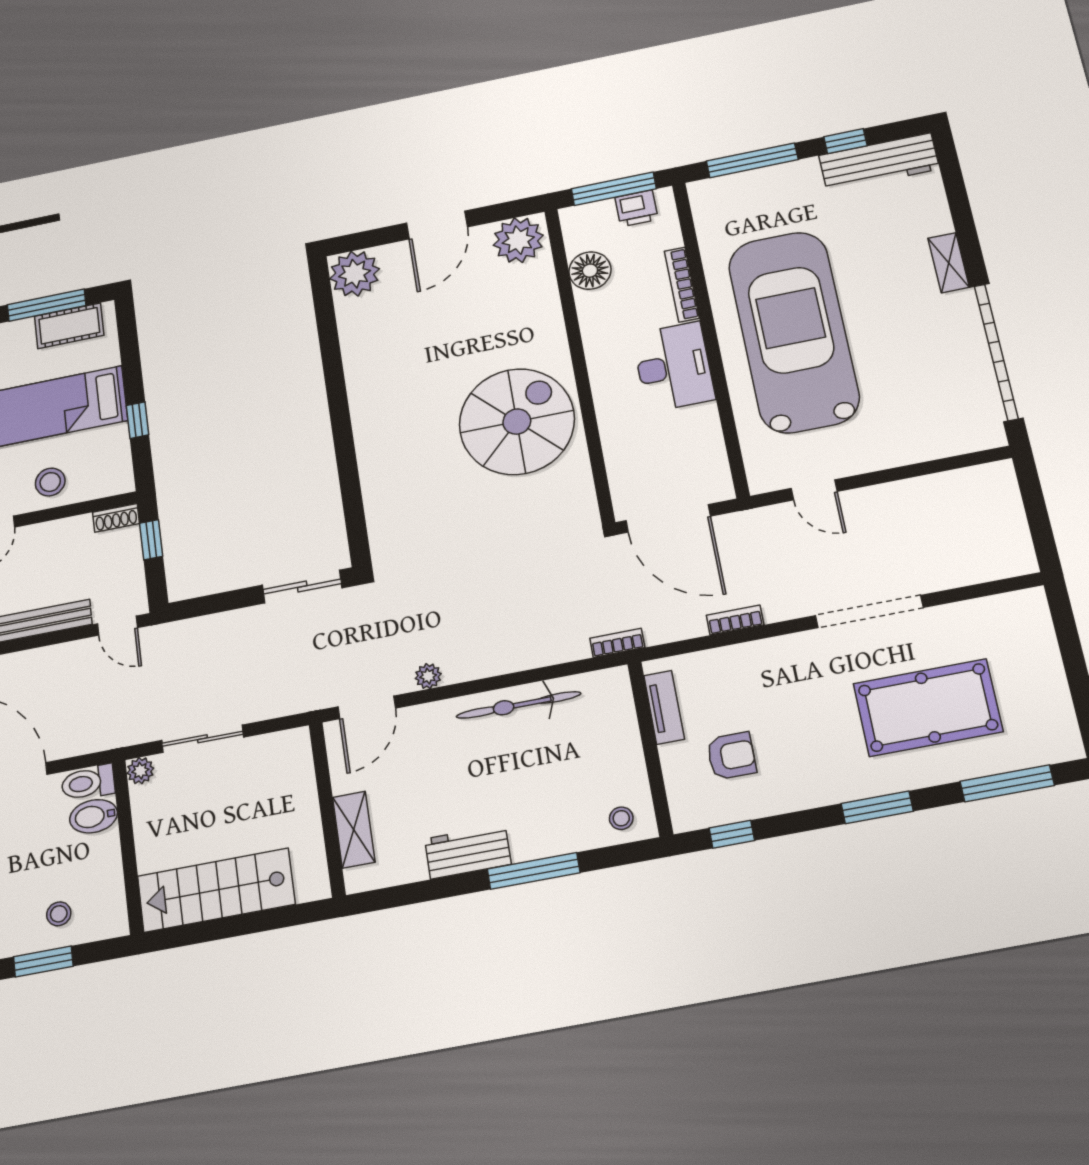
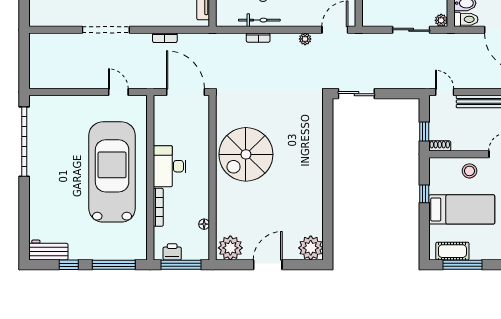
workbench: (879, 162) -> (48, 250), width x0.73
shelving: (949, 263) -> (35, 191), removed
floor lamp: (590, 271) -> (204, 224), width x0.53, depth x0.53
car: (794, 332) -> (112, 172), turned 180
bookcase: (617, 643) -> (258, 38), moved
bicycle: (518, 705) -> (259, 20), width x0.73, depth x0.71

